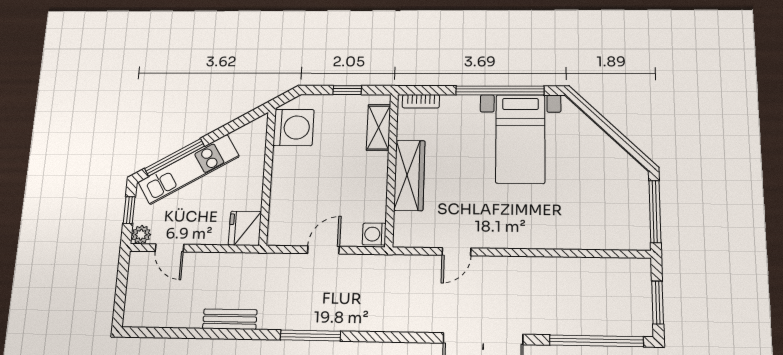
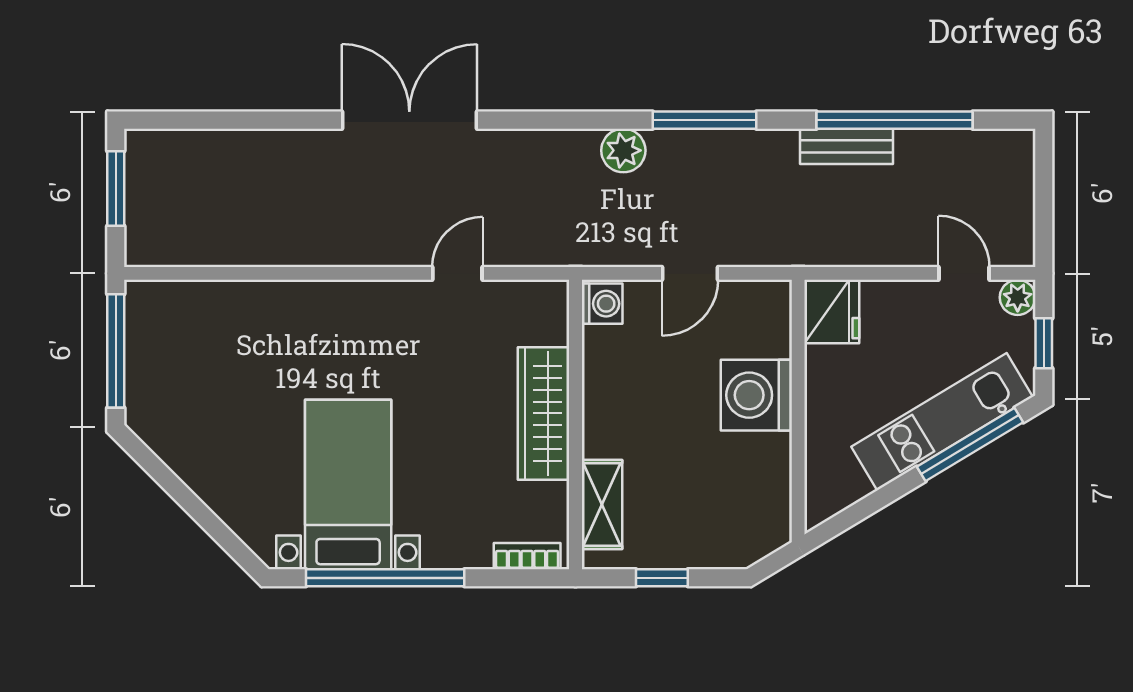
washing machine: (294, 127) -> (756, 395), moved
plant: (358, 319) -> (623, 150), added
window: (596, 341) -> (895, 120), moved

